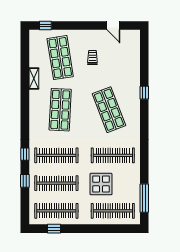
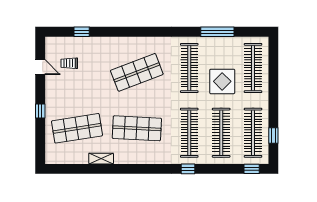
window: (45, 25) -> (40, 111), moved
door: (113, 25) -> (40, 67), hinge flipped
trolley: (92, 58) -> (69, 63), moved
window: (144, 93) -> (82, 32), moved
window: (25, 181) -> (252, 169), moved
window: (144, 198) -> (217, 32), moved

